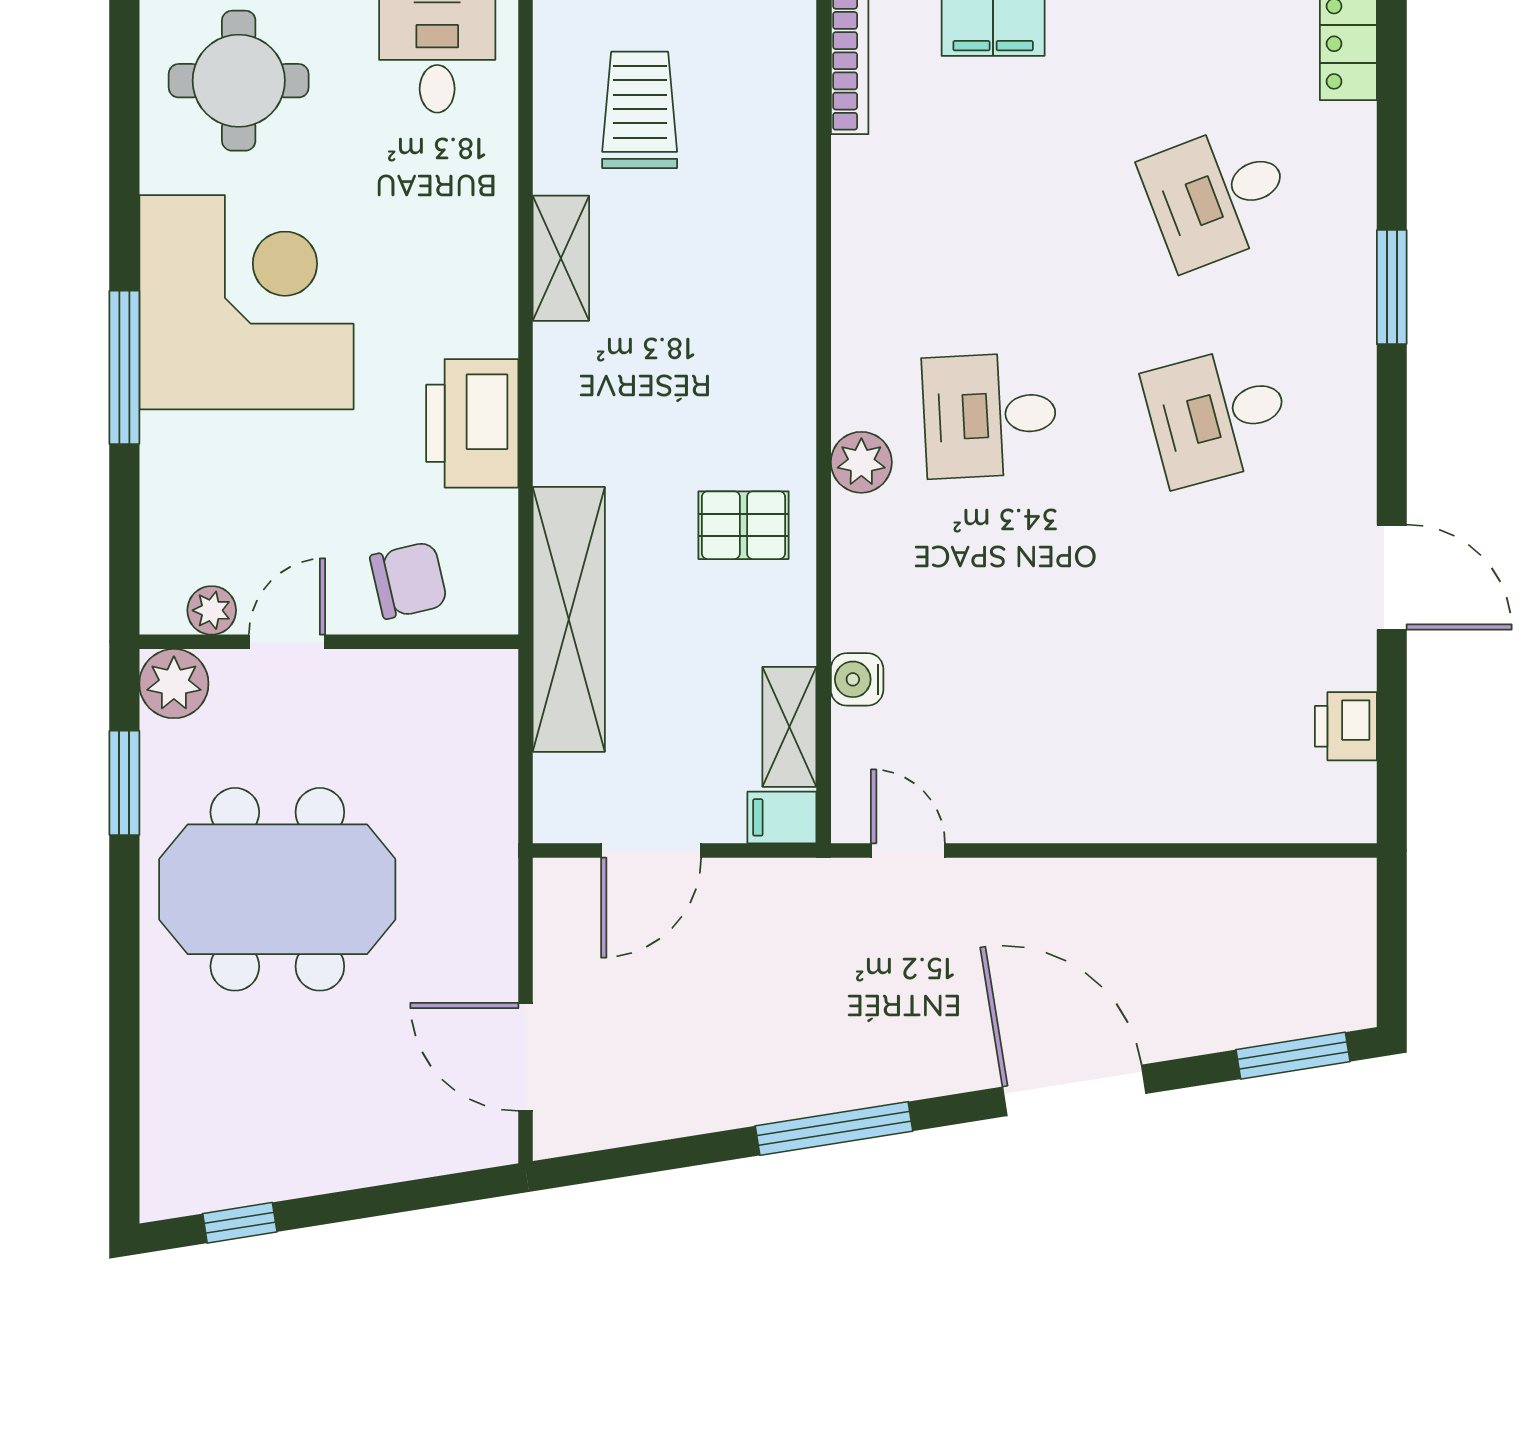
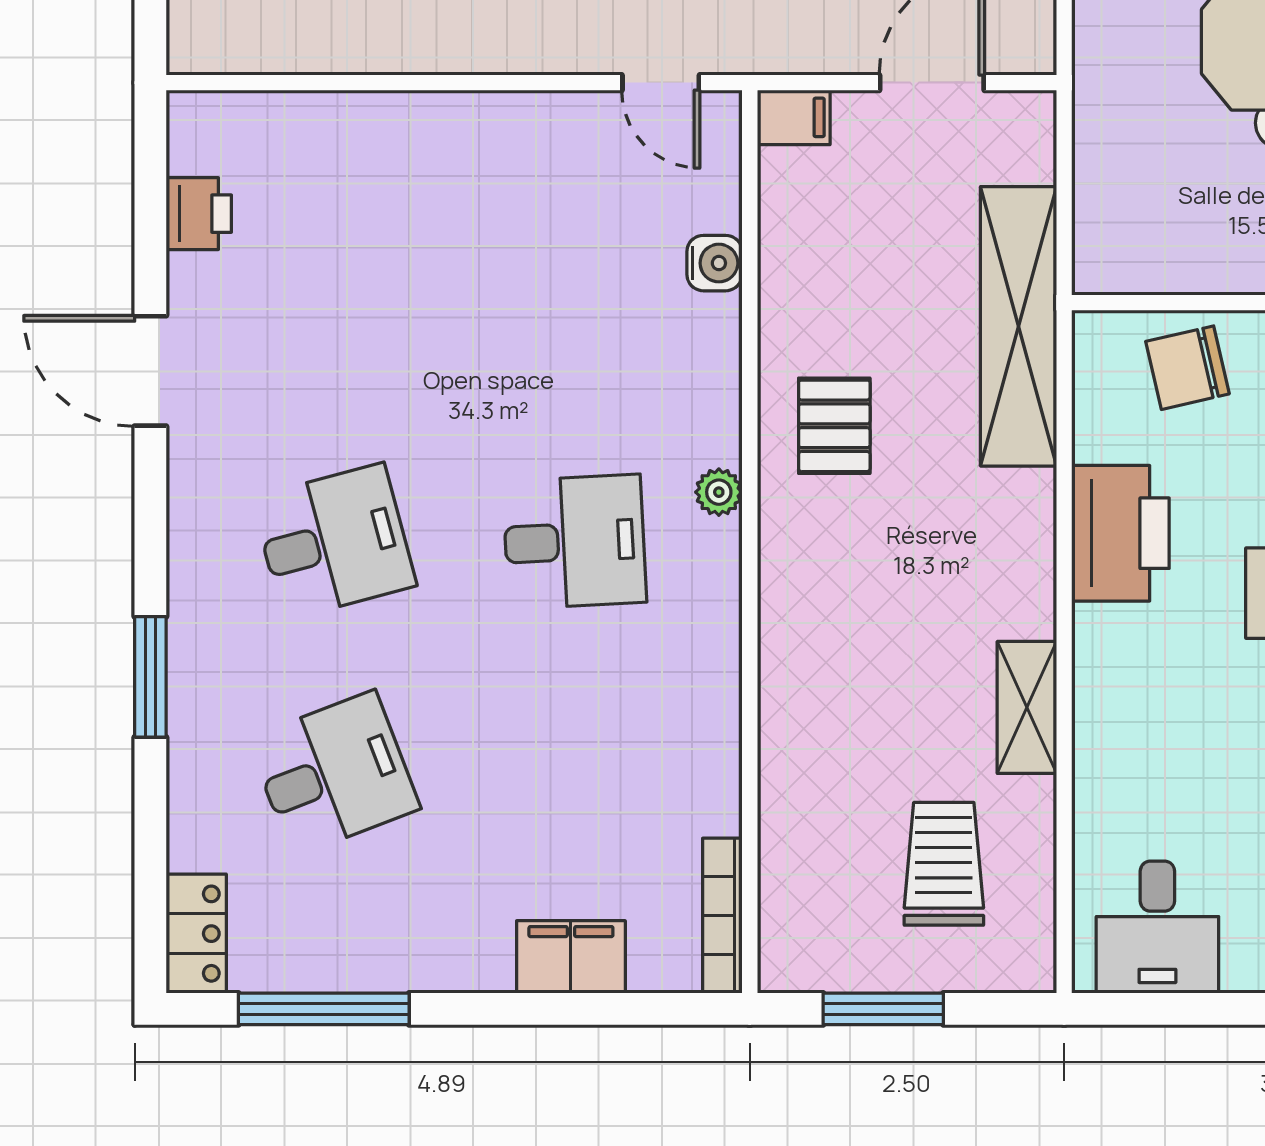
trolley: (640, 110) -> (944, 864), turned 180
plant: (861, 462) -> (719, 492), width x0.73, depth x0.73
pallet: (743, 525) -> (834, 426), turned 90
shelving: (789, 727) -> (786, 213), removed

